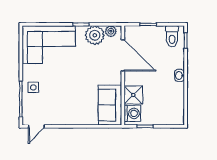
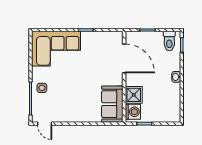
plant: (111, 31) -> (113, 36), removed
plant: (95, 35) -> (98, 40), removed
door: (36, 126) -> (45, 124), hinge flipped

